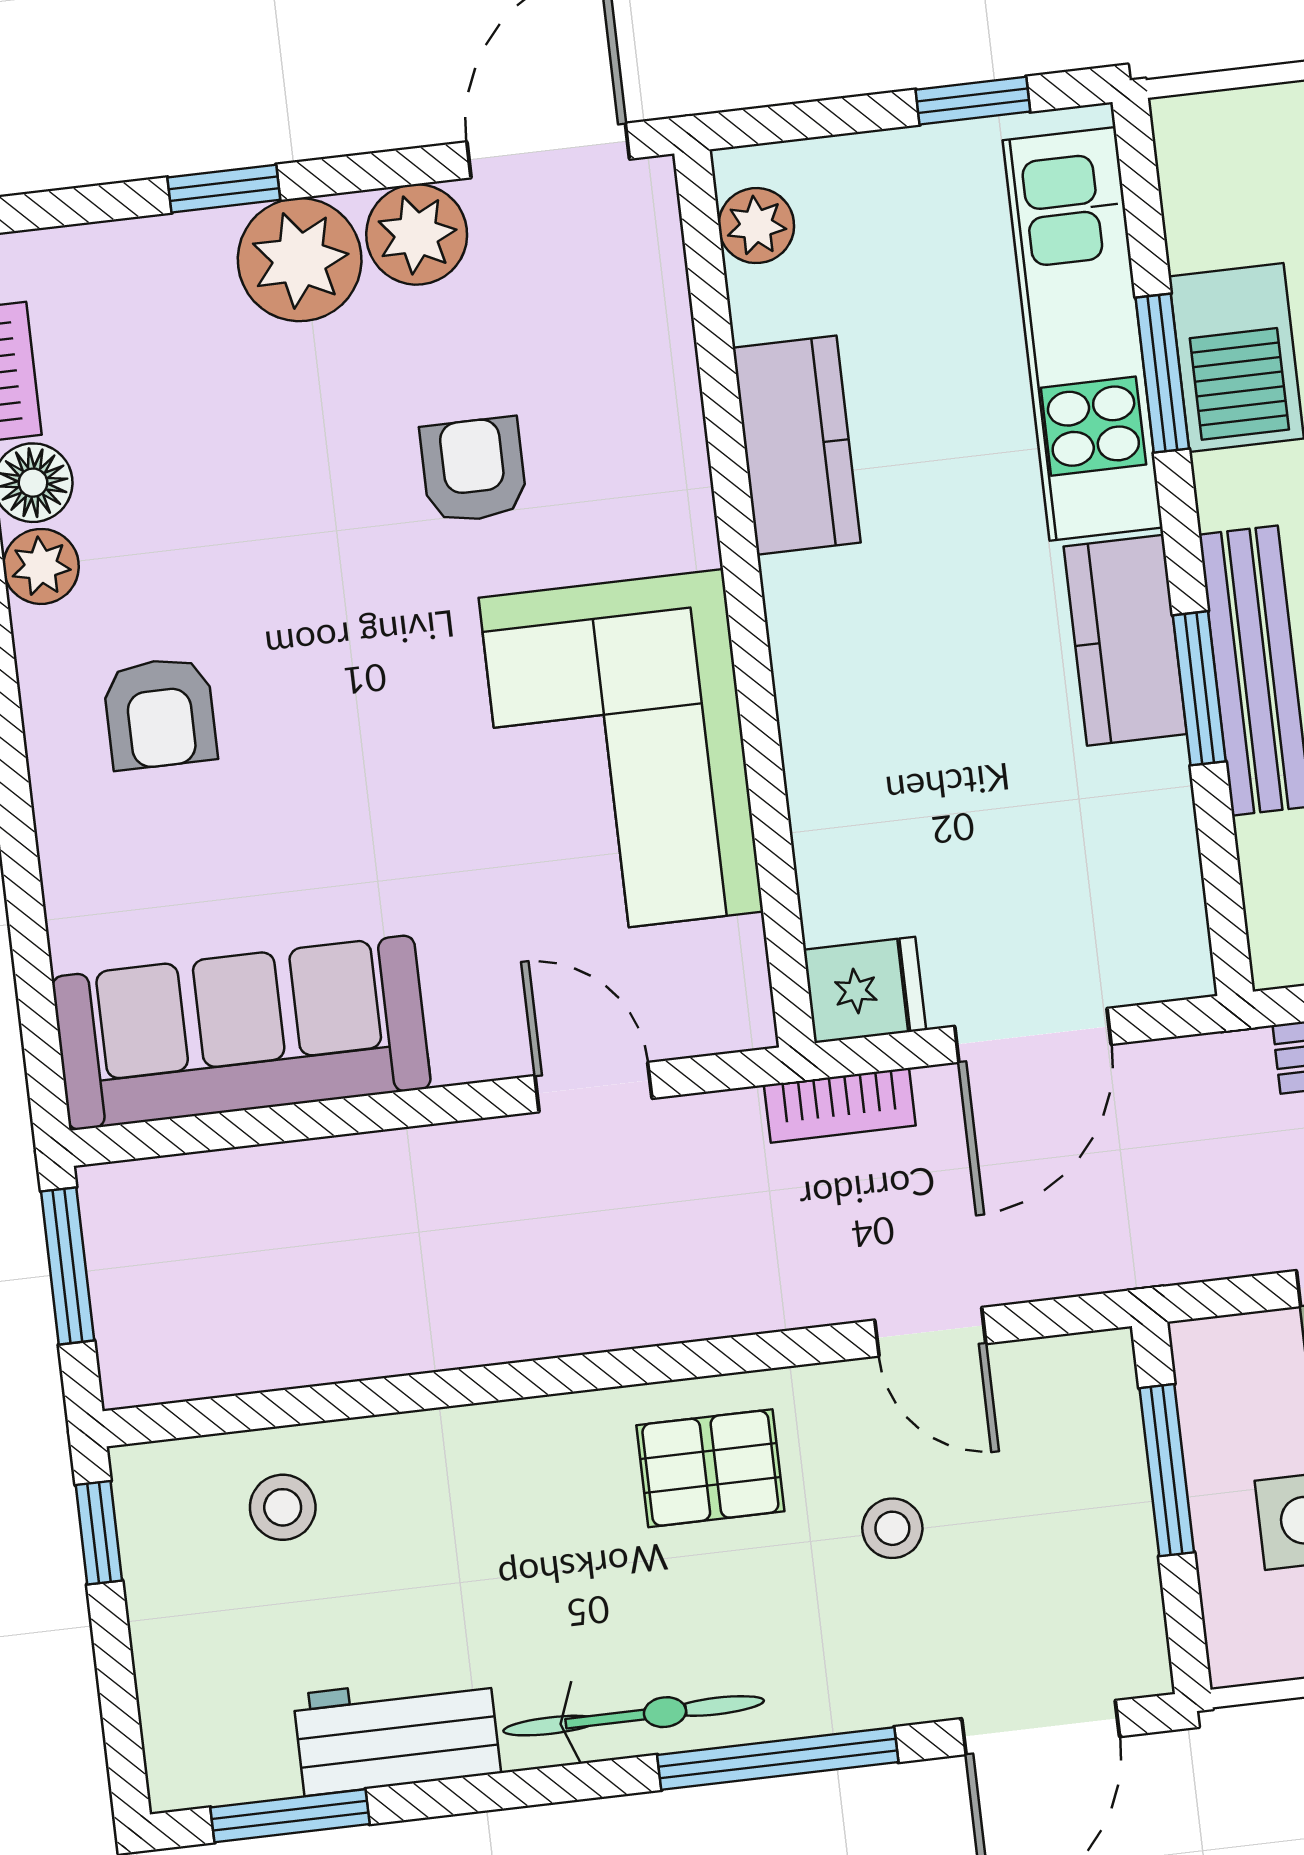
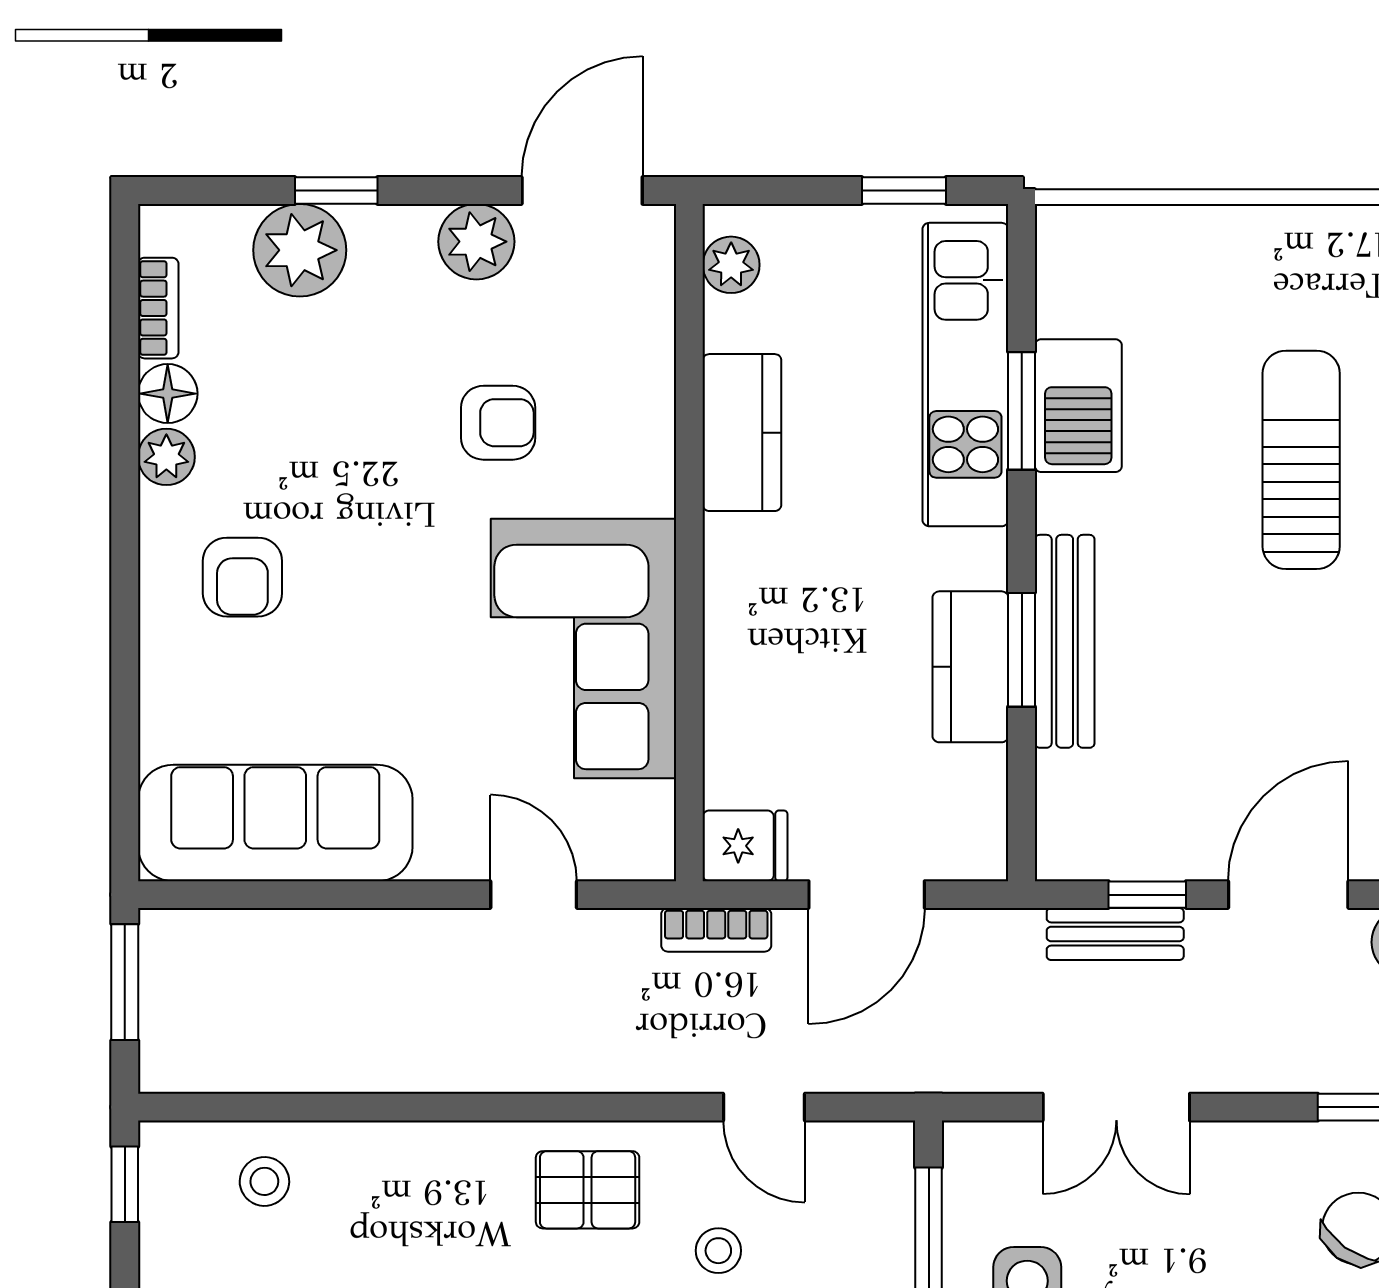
plant: (300, 260) -> (300, 250), moved
armchair: (473, 470) -> (498, 423), turned 90
kitchen counter: (1125, 640) -> (970, 667), moved

